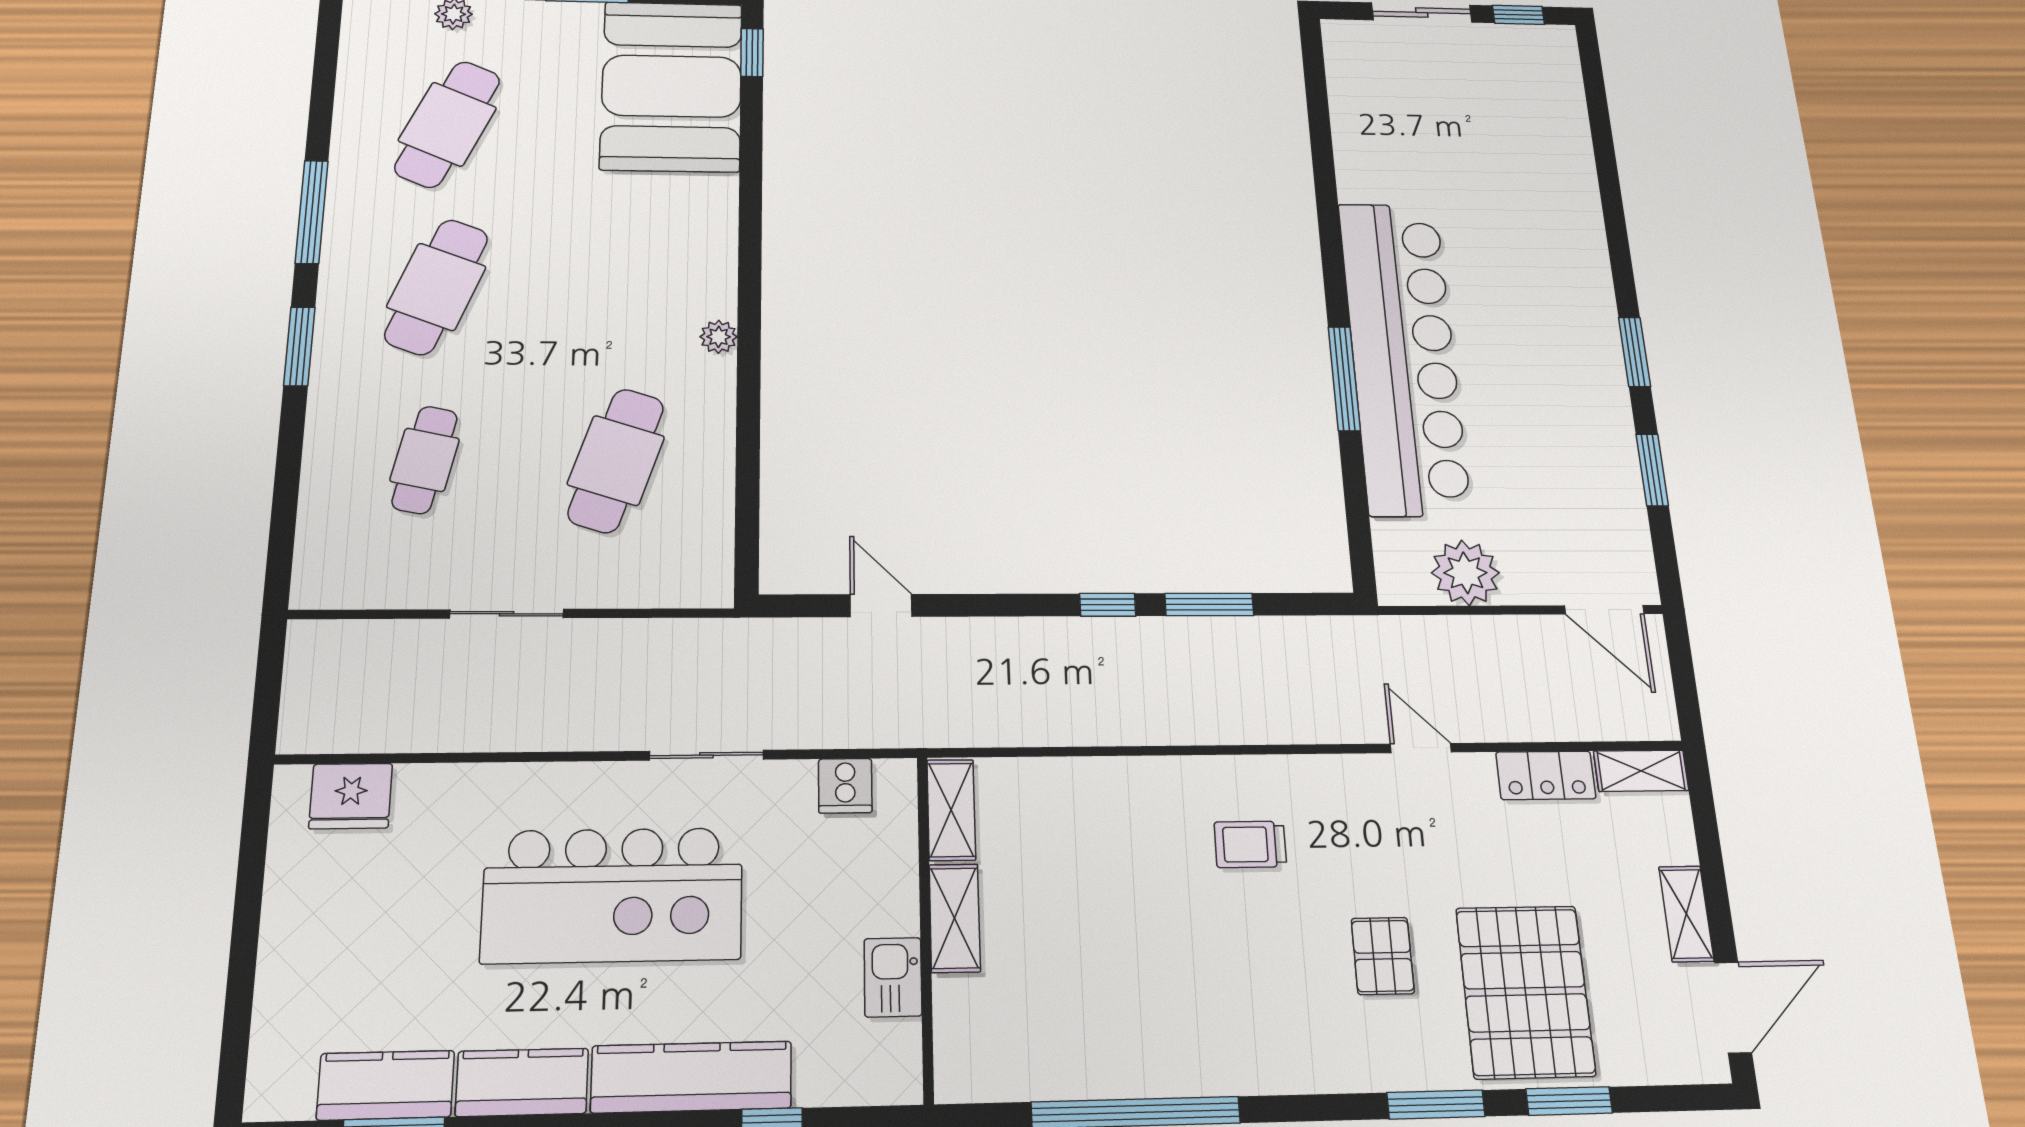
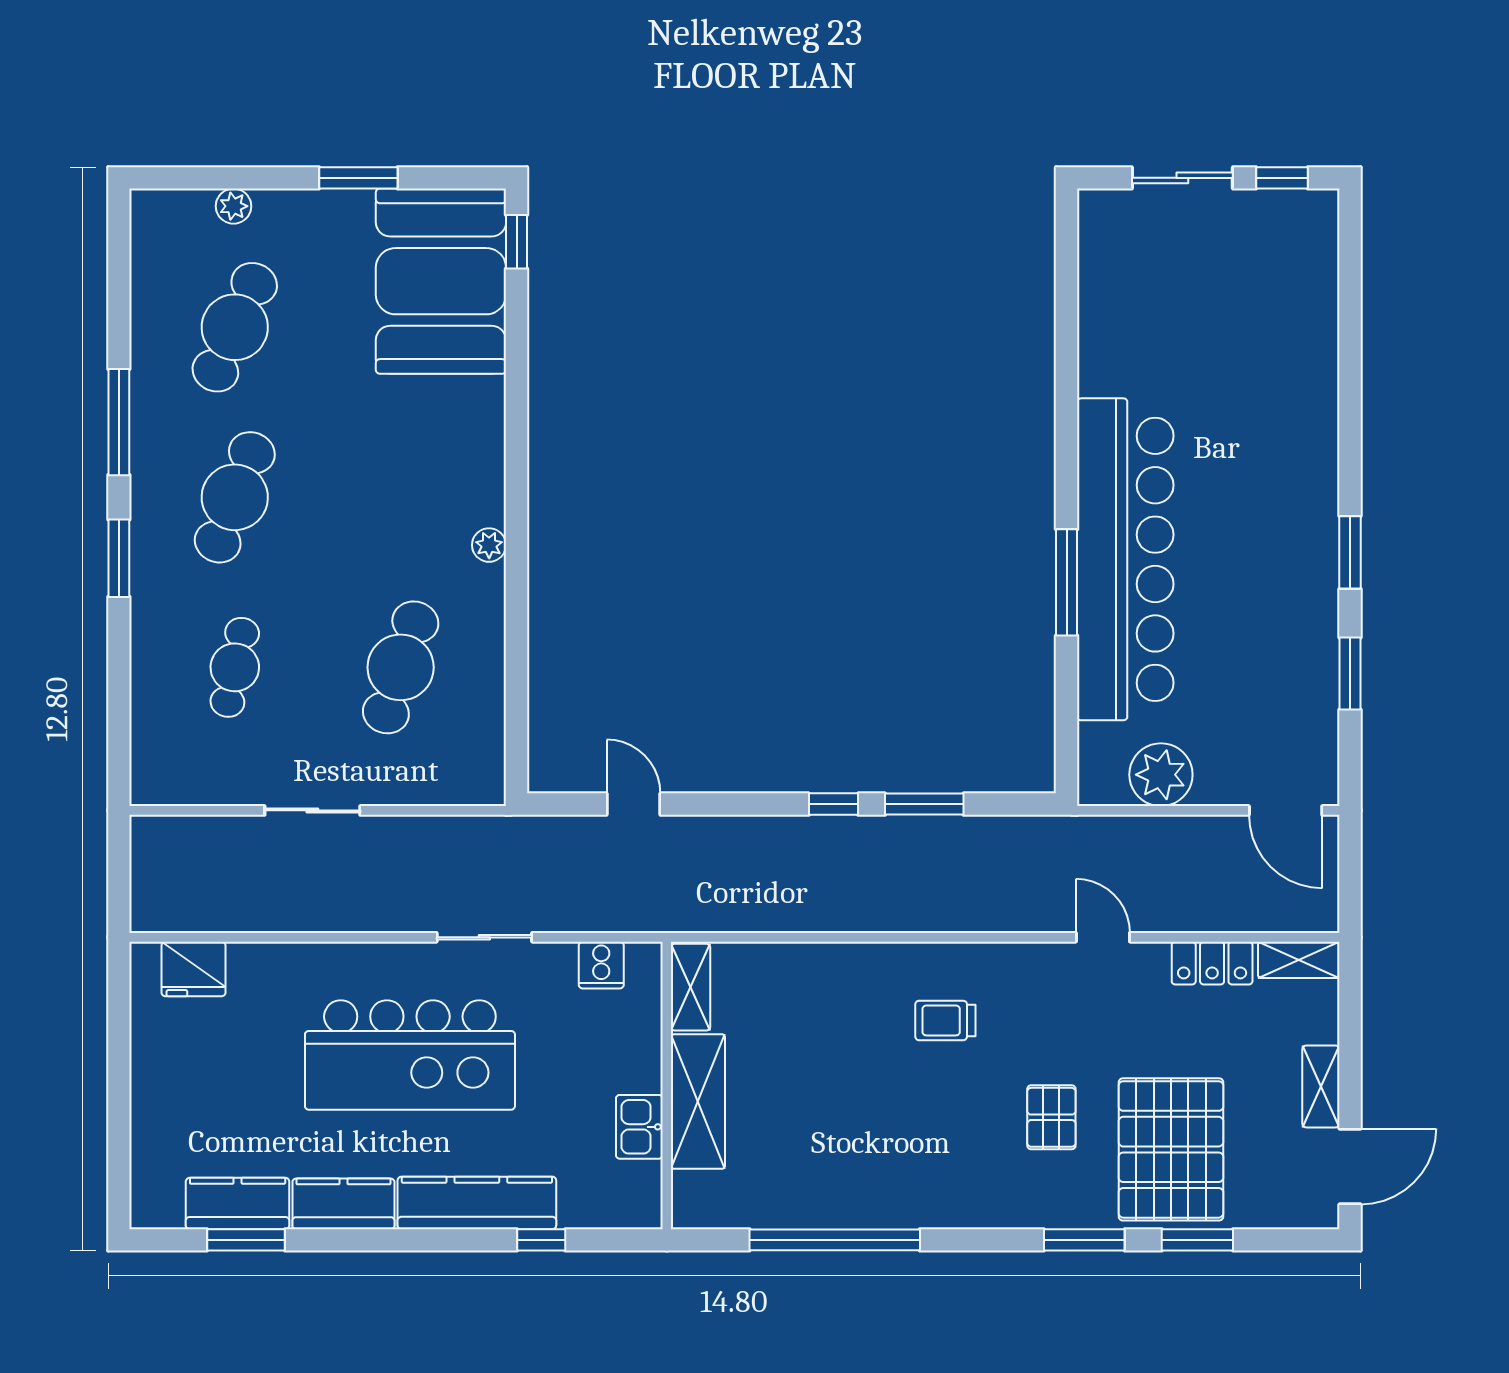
shelving: (955, 918) -> (698, 1102), width x1.50, depth x1.33

